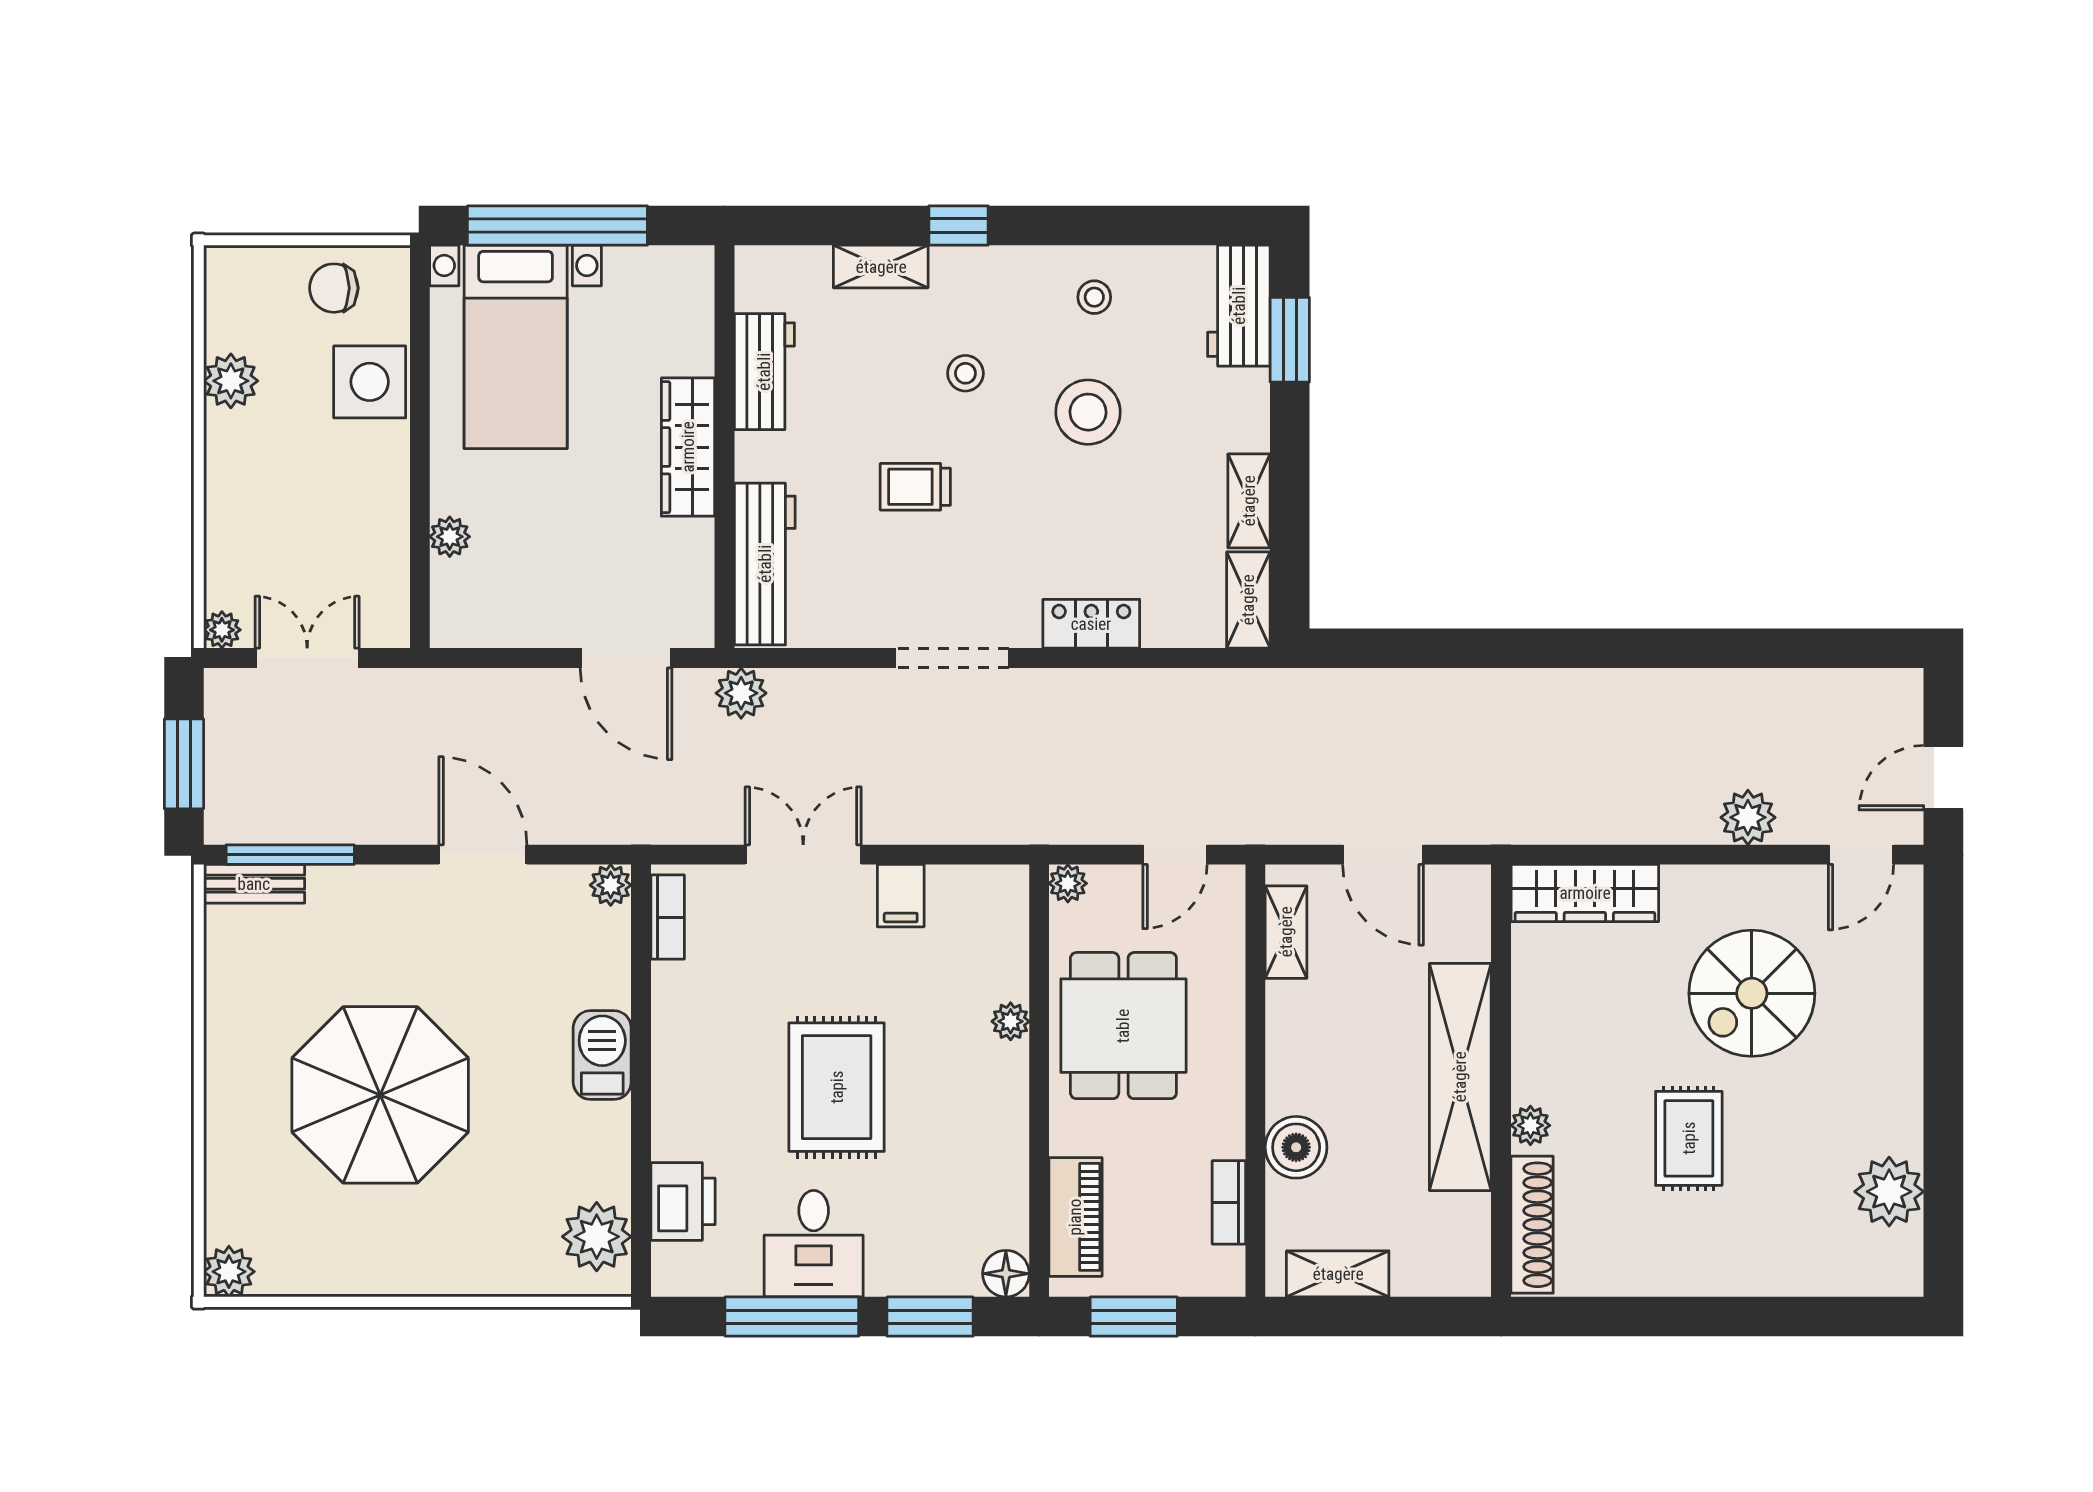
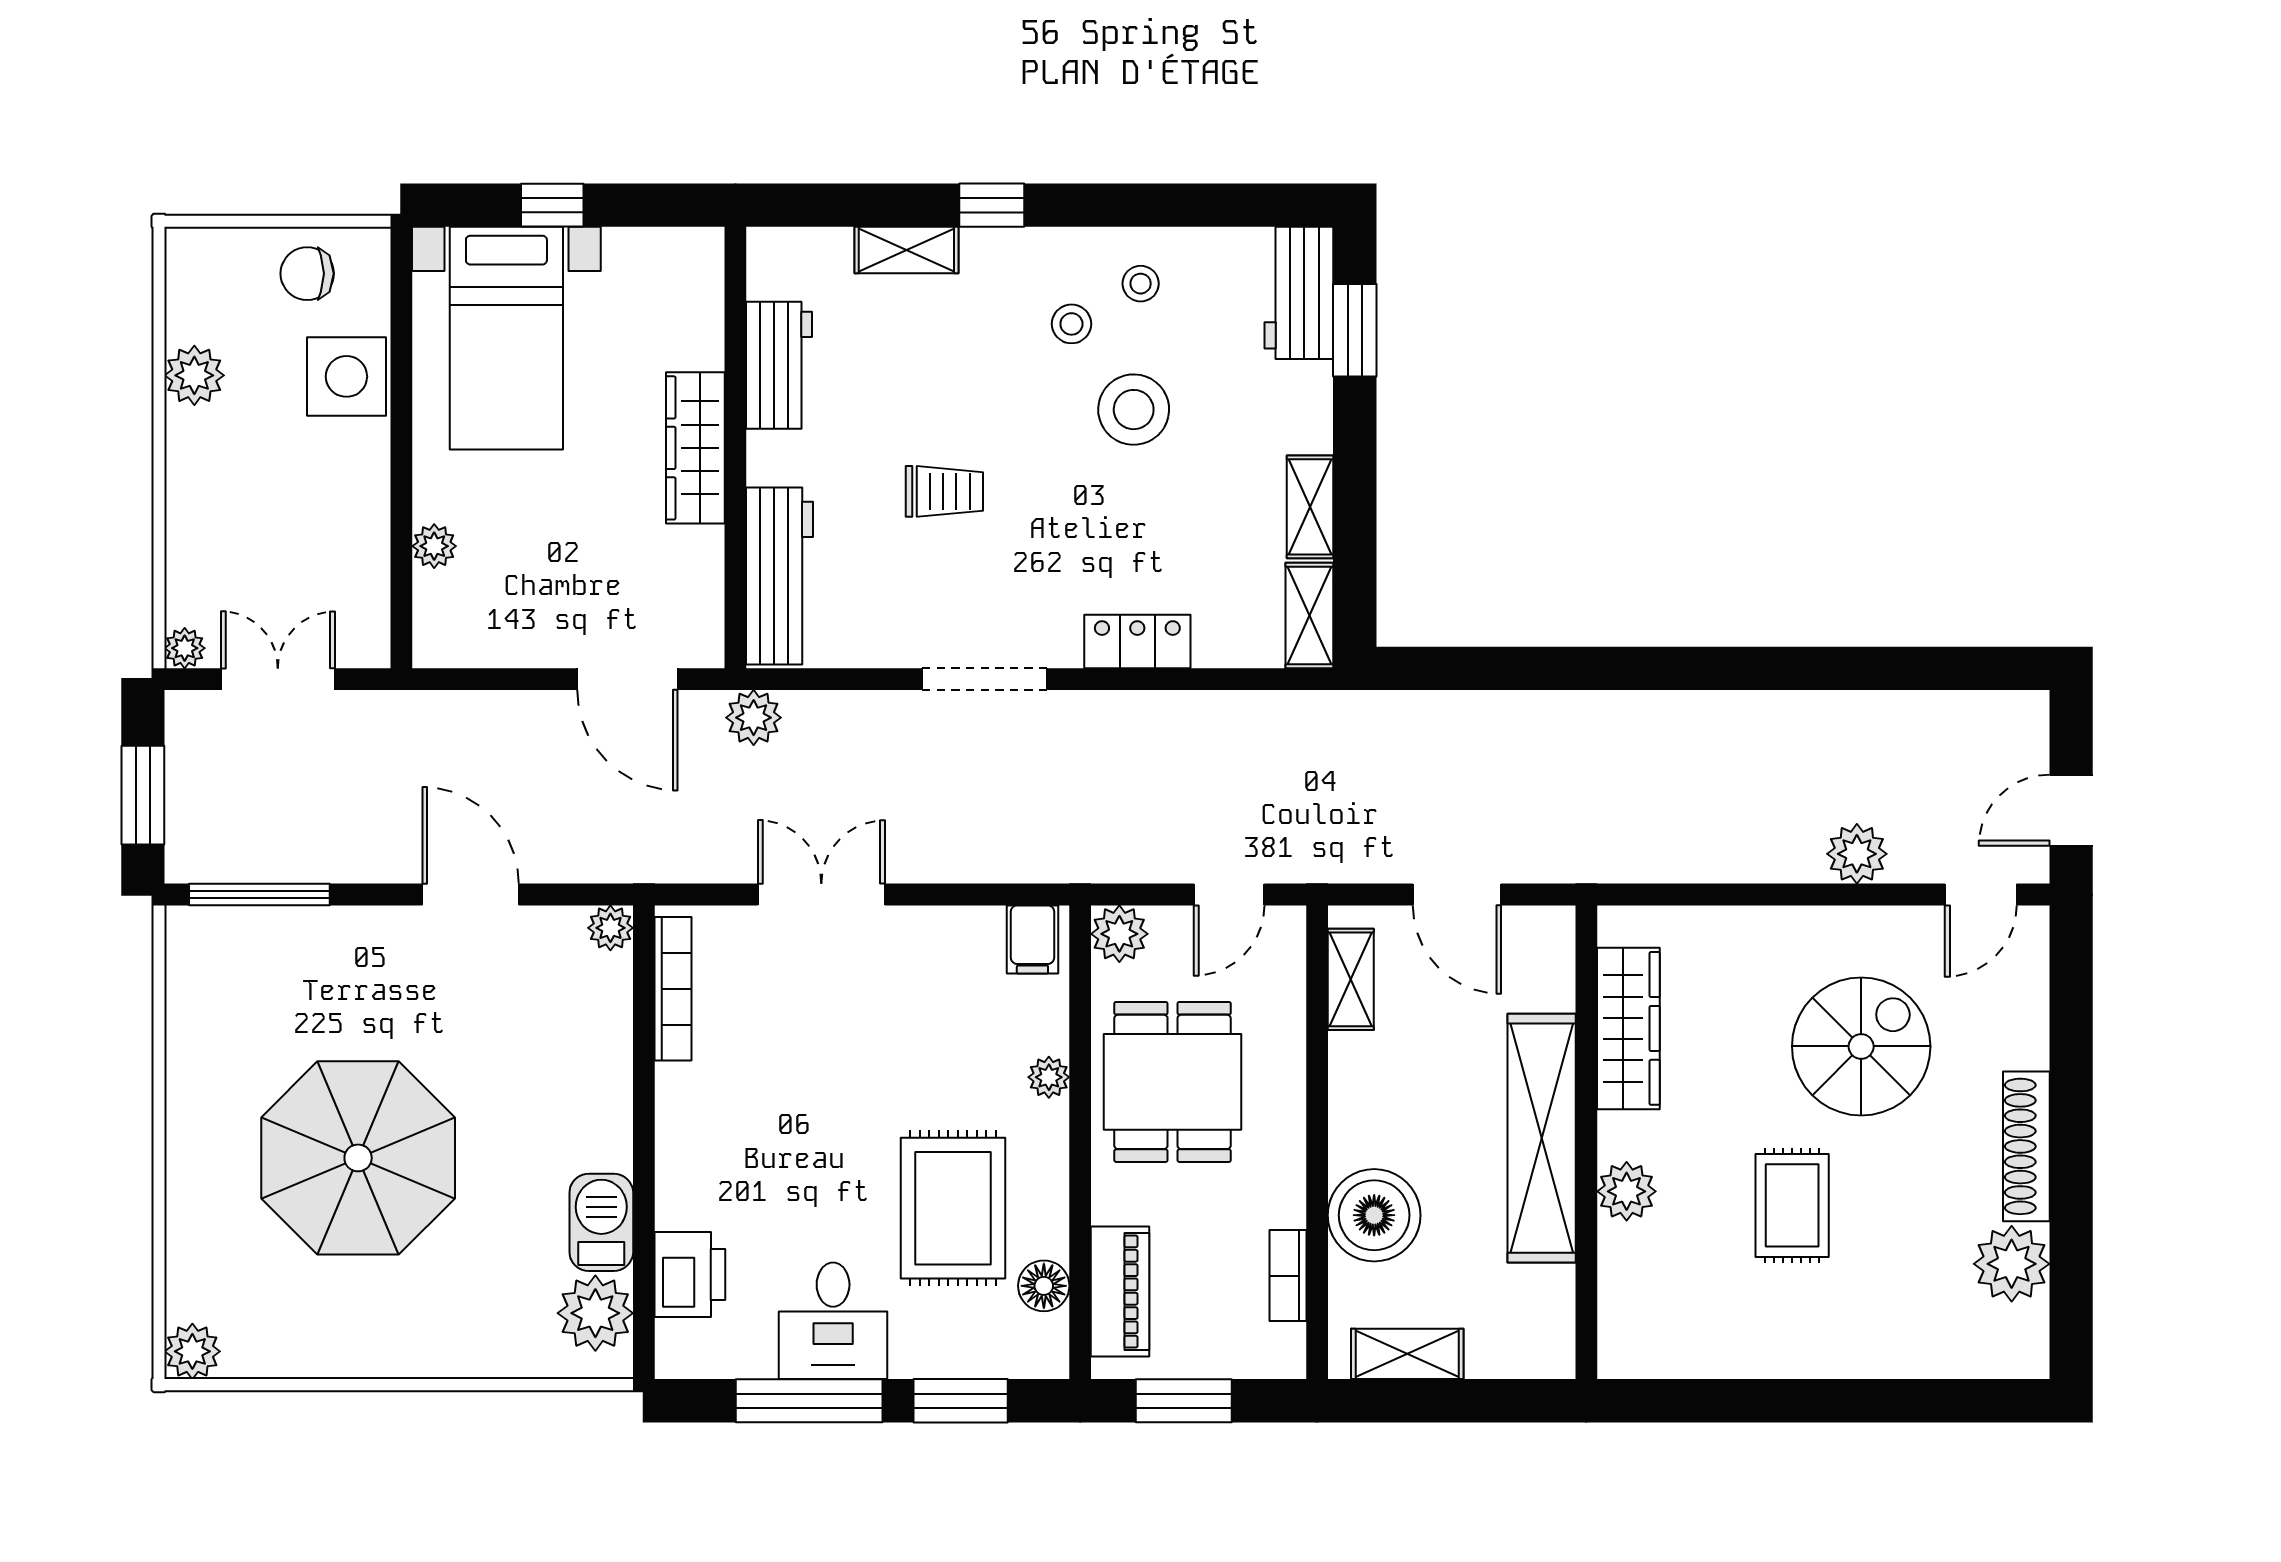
window: (557, 226) -> (552, 205), width x0.32
stool: (965, 373) -> (1071, 324), moved
trolley: (915, 487) -> (944, 491), turned 180
plant: (1068, 883) -> (1119, 934), width x1.38, depth x1.38
bench: (254, 884) -> (220, 926), removed
wardrobe: (1585, 893) -> (1628, 1028), moved, turned -90
filing cabinet: (901, 896) -> (1032, 939), moved
bookcase: (668, 917) -> (673, 989), width x1.56
spiral stairs: (1752, 993) -> (1861, 1046), turned 180
barbecue: (602, 1055) -> (601, 1222), moved
rug: (837, 1087) -> (953, 1208), moved
plant: (1530, 1125) -> (1627, 1191), width x1.38, depth x1.38
boiler: (1296, 1147) -> (1374, 1215), width x1.37, depth x1.37
shoe rack: (1532, 1225) -> (2026, 1146), moved, turned 180
floor lamp: (1006, 1274) -> (1044, 1286), moved

